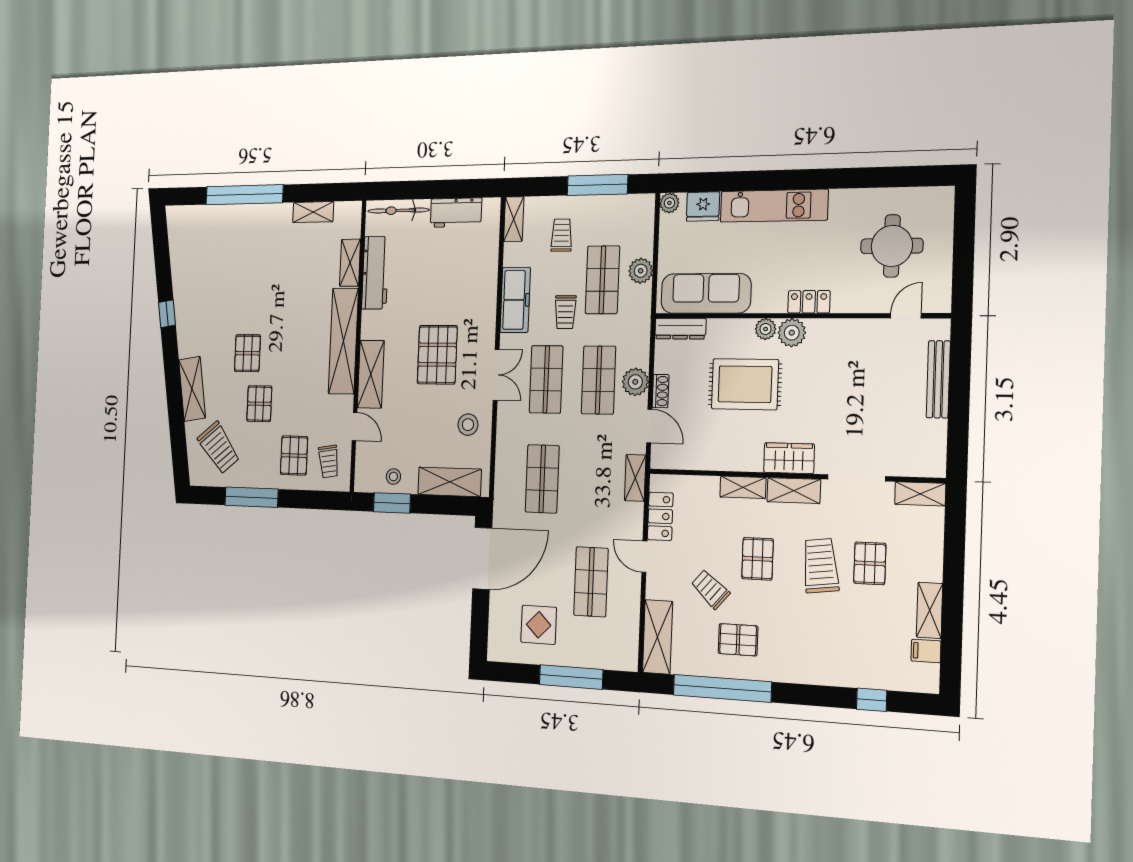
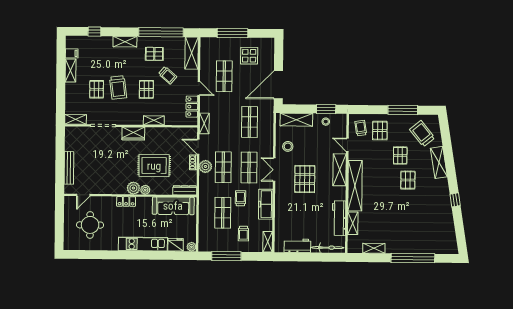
plant: (641, 271) -> (204, 217), removed
shelving: (794, 491) -> (125, 42), moved

